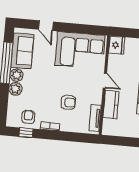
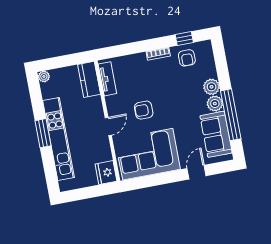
door: (46, 26) -> (197, 172), hinge flipped
door: (105, 81) -> (108, 126), swing flipped
armchair: (68, 102) -> (144, 110), moved
kitchen counter: (111, 104) -> (89, 79), moved

